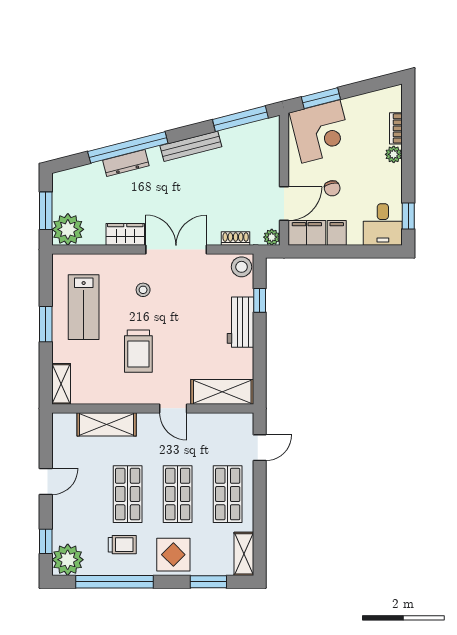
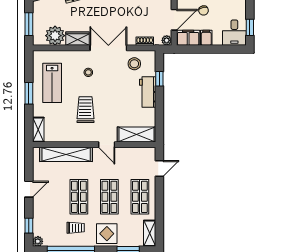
plant: (68, 229) -> (55, 36), moved
stool: (242, 267) -> (134, 64), moved
trolley: (138, 351) -> (85, 110), turned 180
shelving: (107, 424) -> (66, 154), width x1.47
plant: (68, 560) -> (38, 241), width x0.53, depth x0.53

